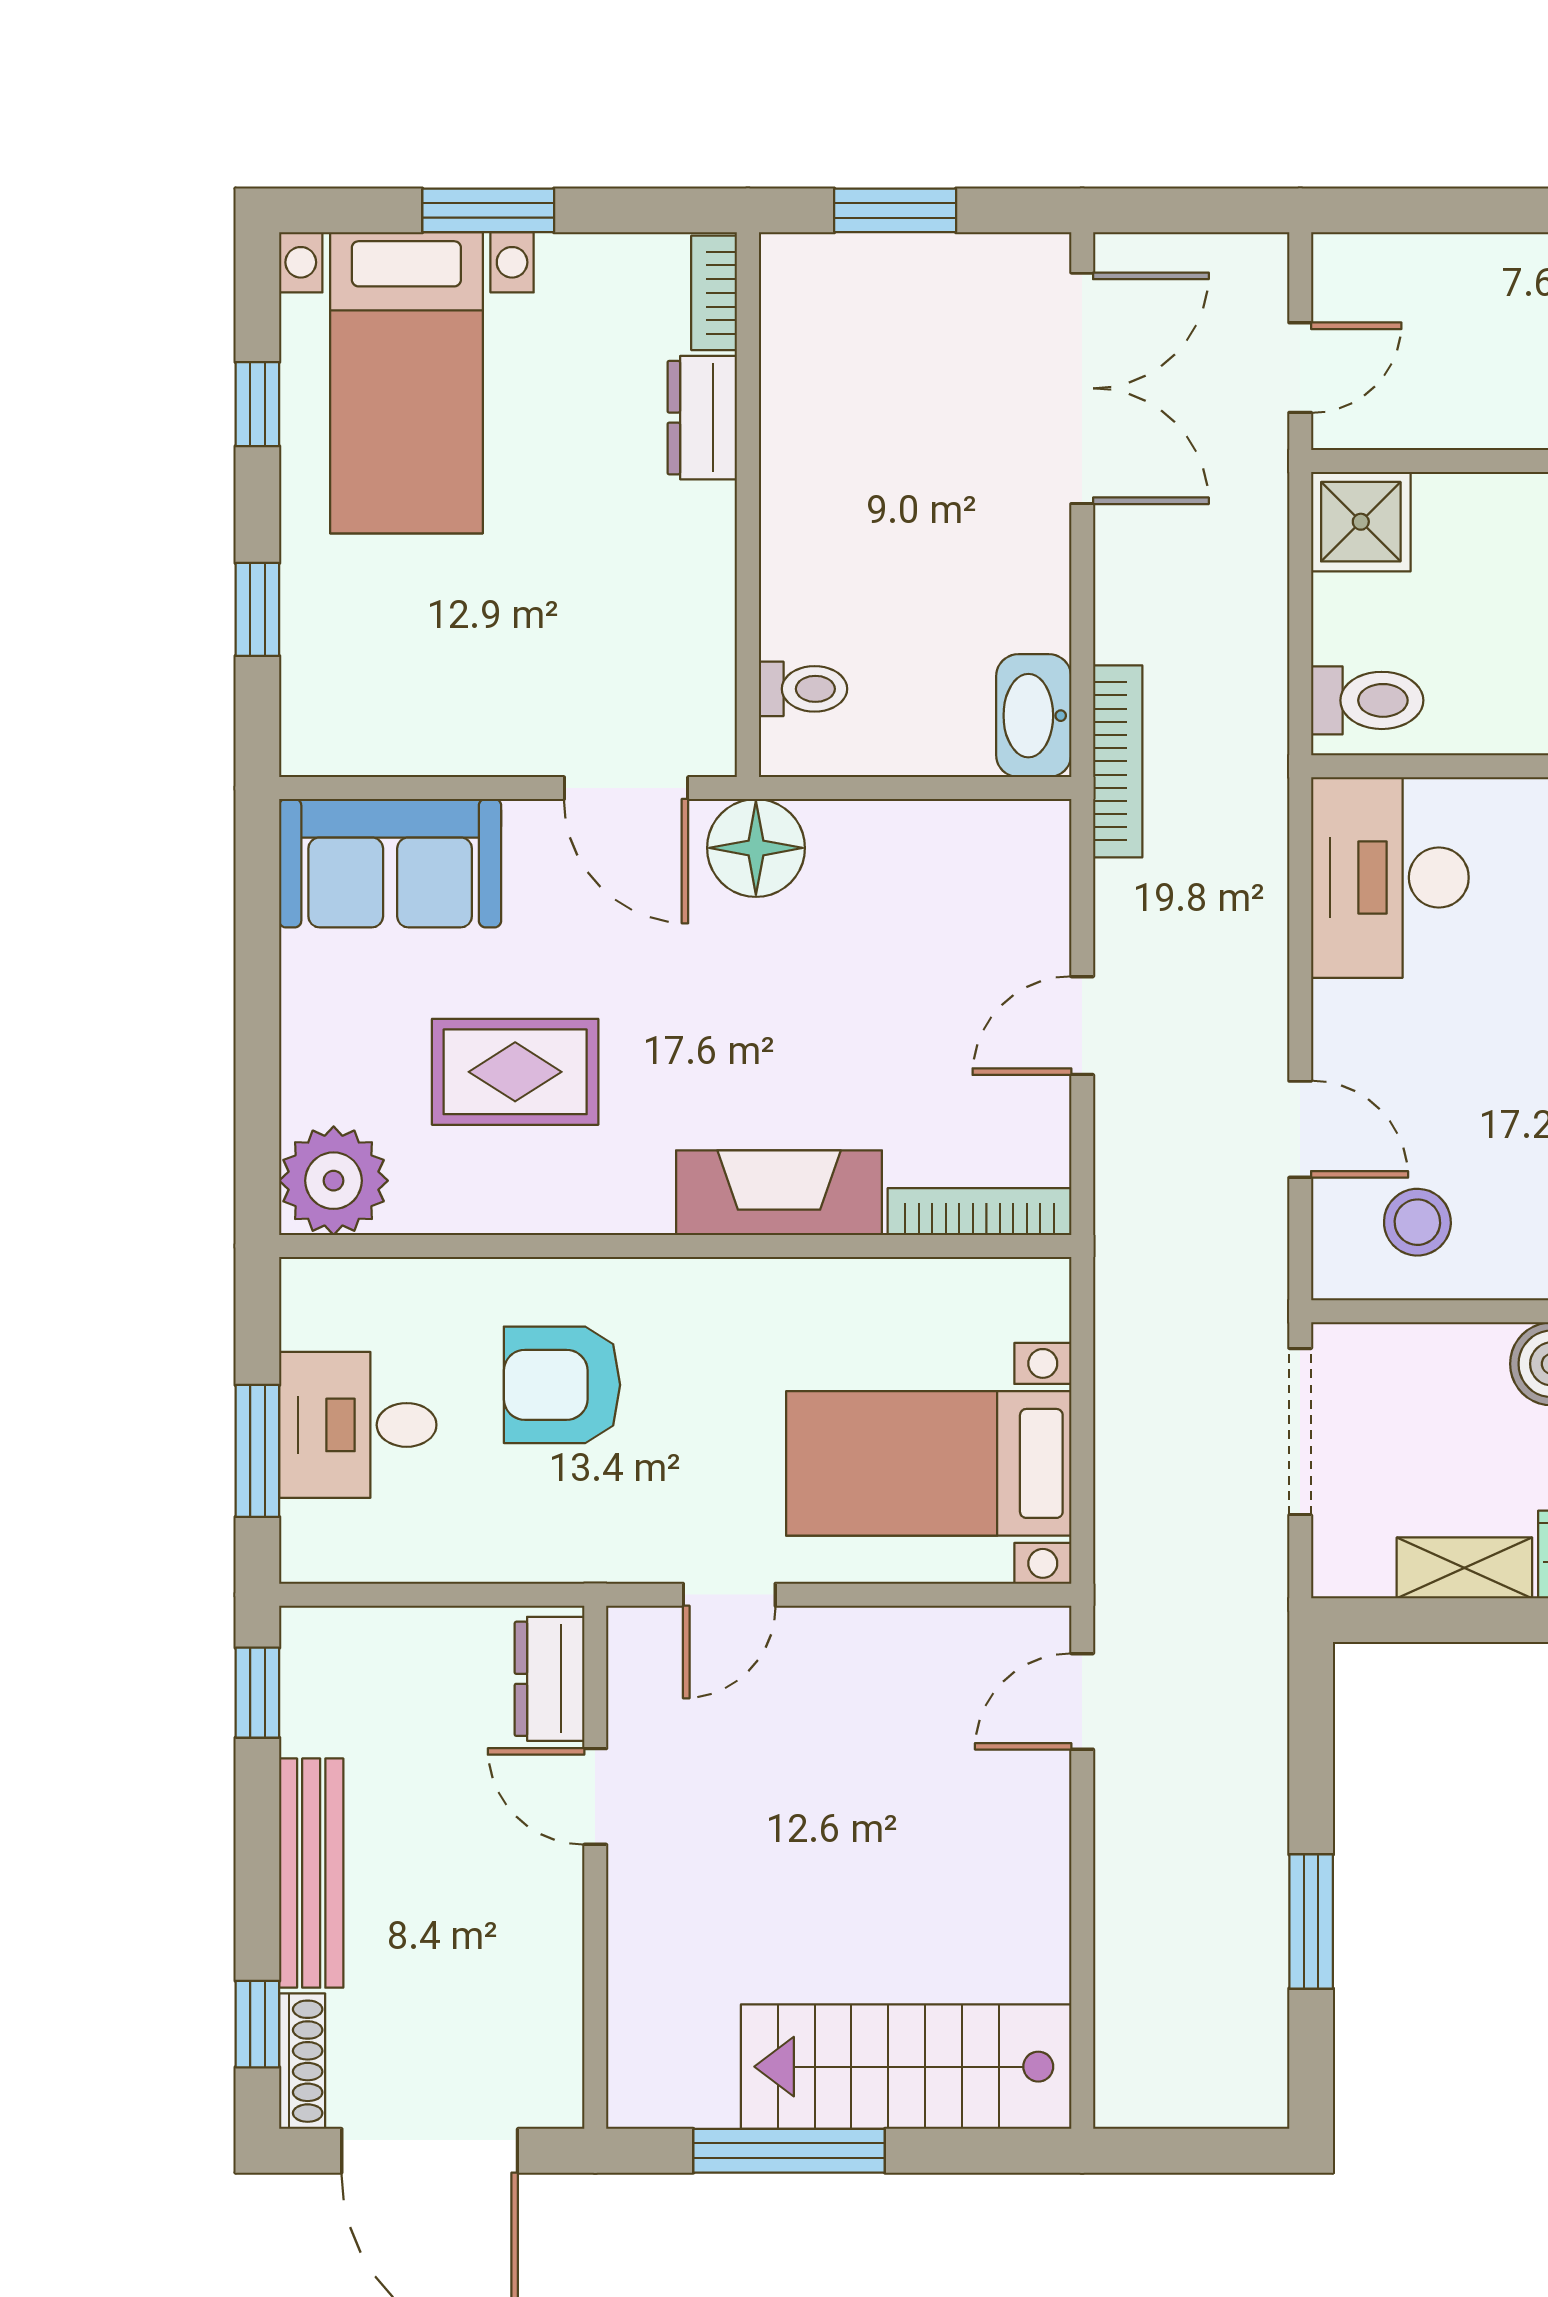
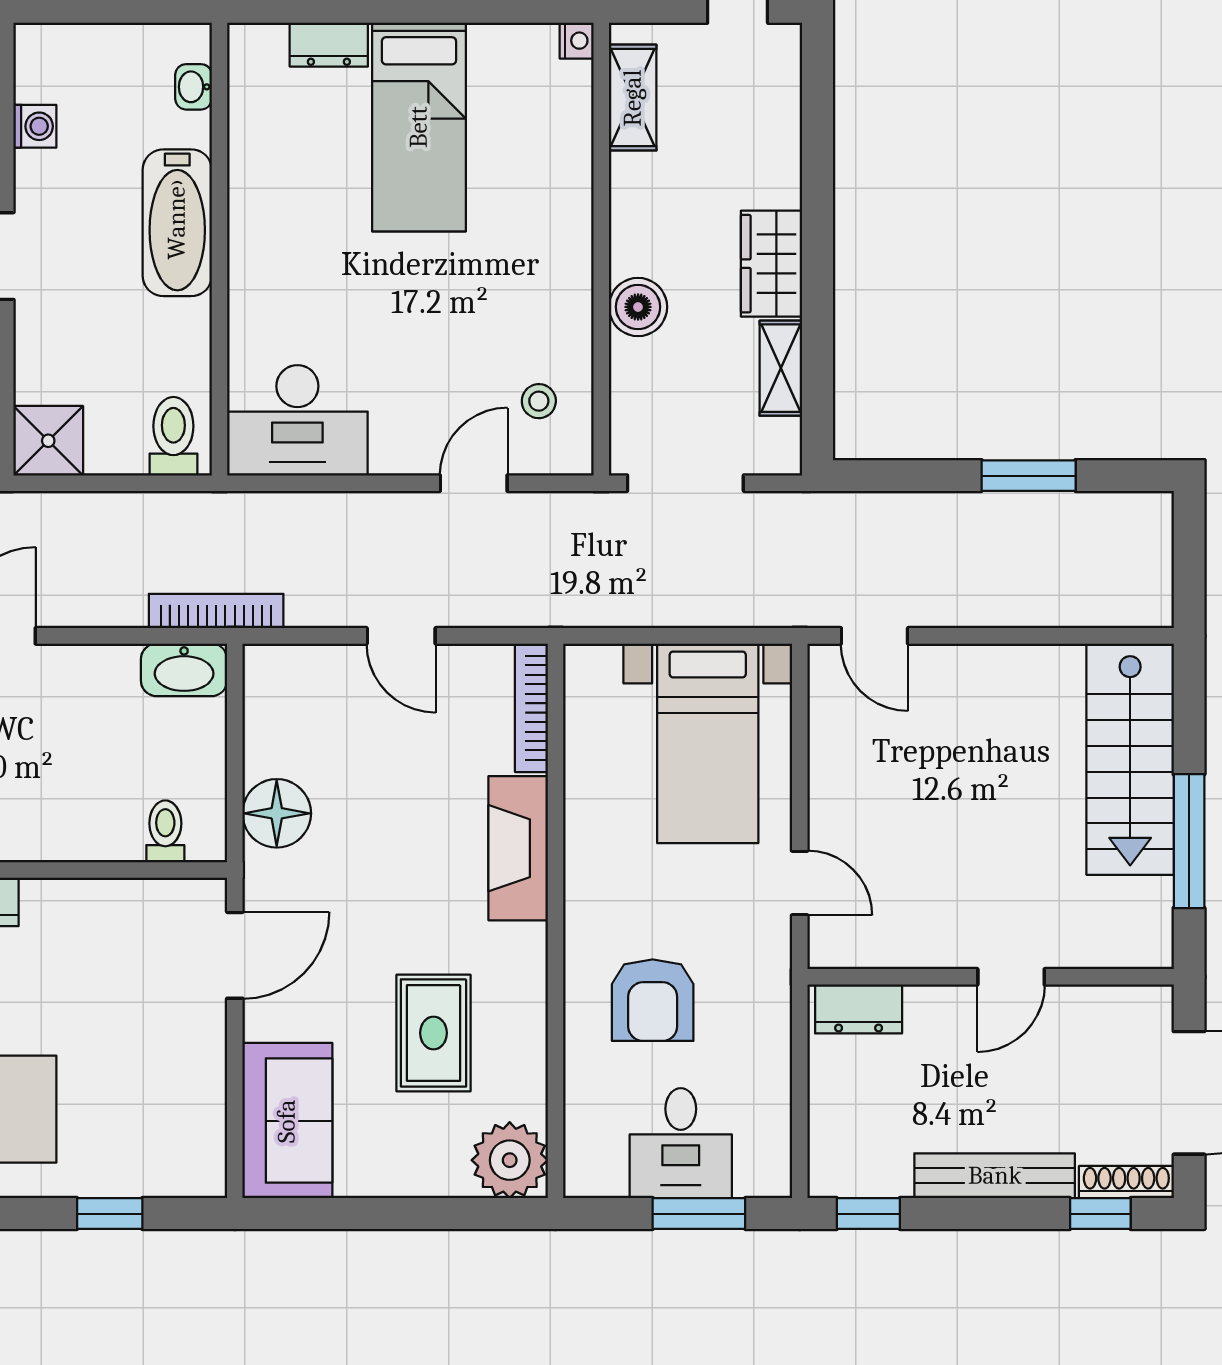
floor lamp: (756, 848) -> (277, 813), moved
stool: (1417, 1222) -> (539, 401), width x0.73, depth x0.73
door: (595, 1796) -> (1011, 977), moved

